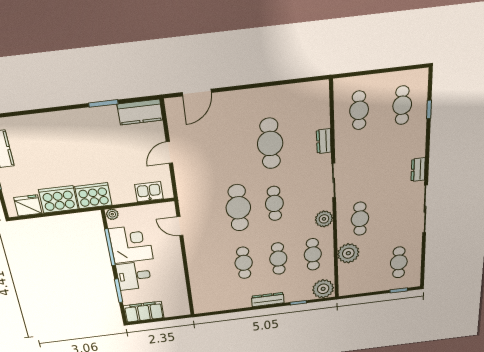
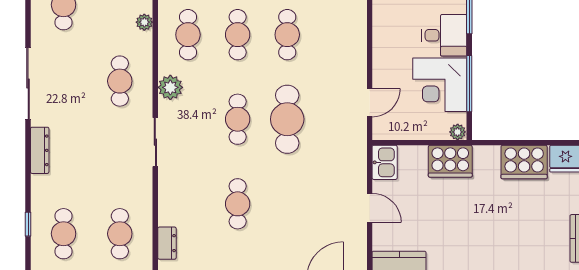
dresser: (324, 141) -> (167, 243), moved
cafe table: (270, 144) -> (238, 204), width x0.73, depth x0.74
door: (169, 153) -> (370, 208), hinge flipped
dresser: (418, 170) -> (40, 150), width x1.44
kitchen sink: (149, 192) -> (385, 162), moved, turned -90
cooker: (93, 196) -> (450, 161), moved
door: (180, 226) -> (370, 103), hinge flipped
plant: (348, 253) -> (144, 22), width x0.53, depth x0.53

